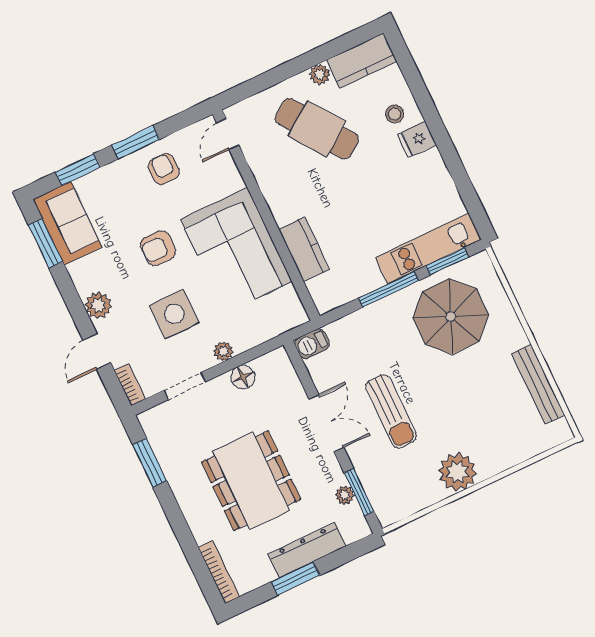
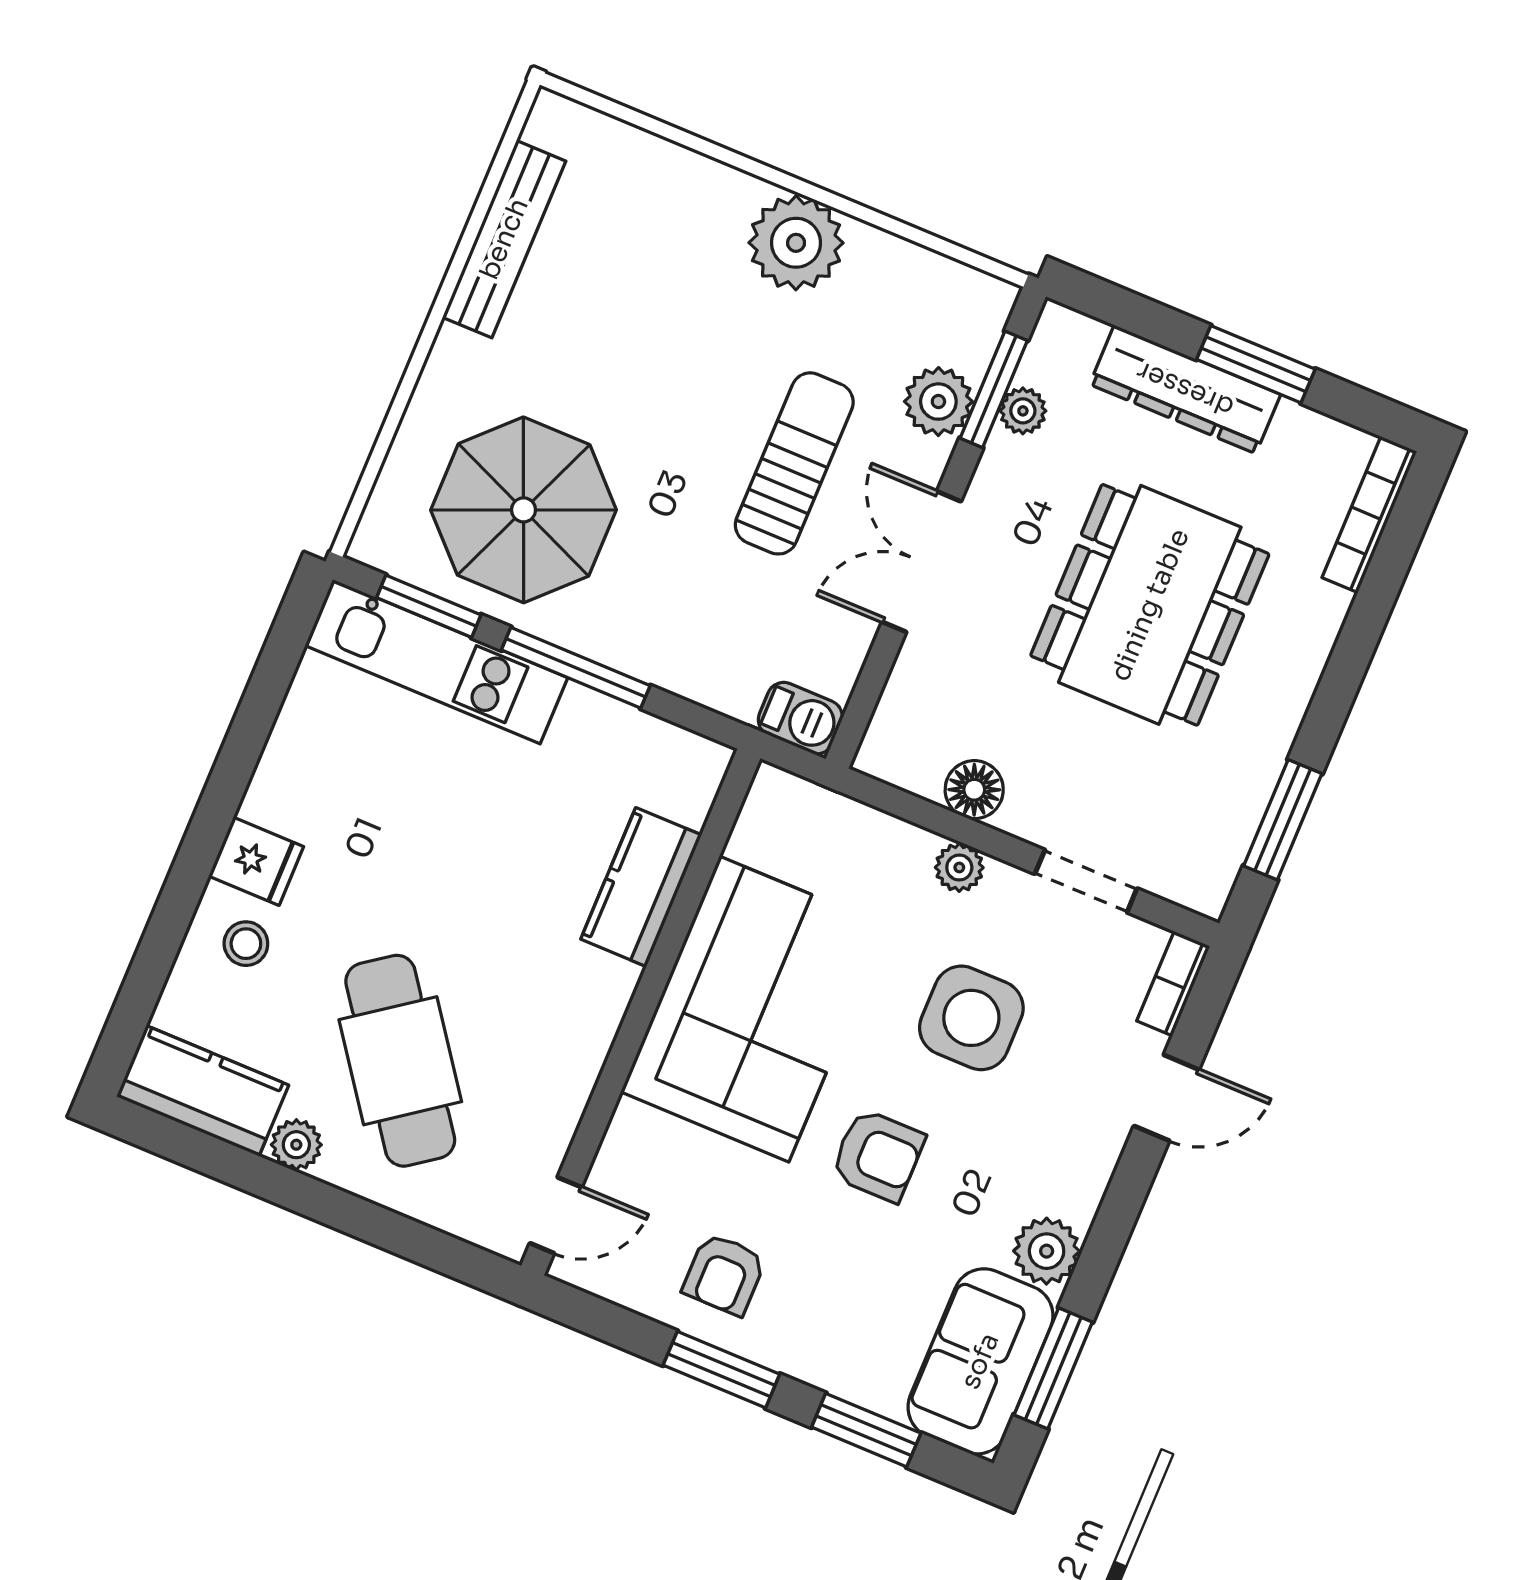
plant: (98, 305) -> (1047, 1251), moved
plant: (371, 472) -> (938, 402), added

